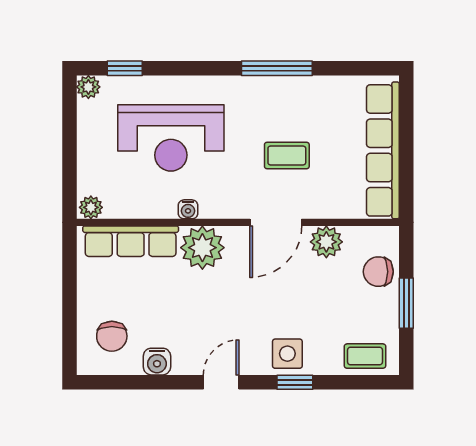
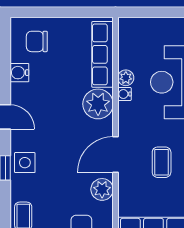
plant: (91, 207) -> (126, 78), moved
door: (276, 222) -> (115, 155), hinge flipped

